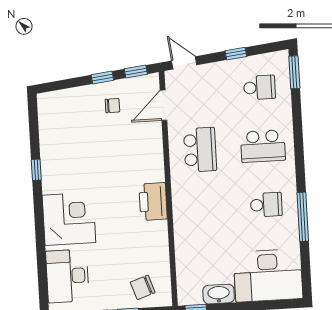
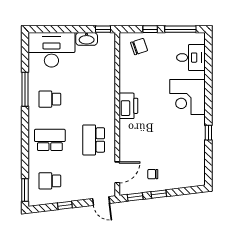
desk: (67, 276) -> (191, 58), width x0.73

